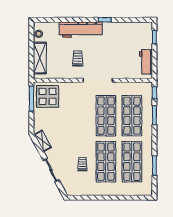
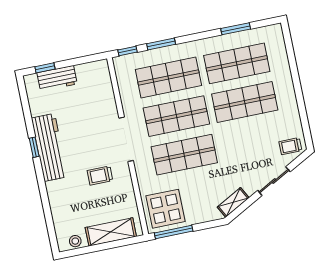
workbench: (81, 30) -> (49, 147), moved
workbench: (146, 62) -> (57, 78), moved
shop shelf: (80, 116) -> (184, 155), added
trolley: (82, 164) -> (290, 146), moved

